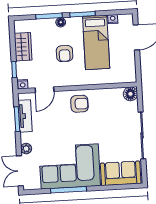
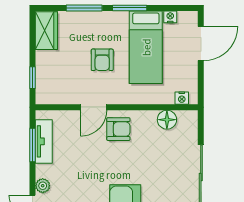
floor lamp: (61, 22) -> (99, 17), removed
wardrobe: (23, 47) -> (46, 31), moved
nightstand: (23, 84) -> (182, 98), moved
door: (45, 90) -> (94, 107), moved
floor lamp: (130, 94) -> (167, 120), moved

